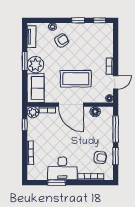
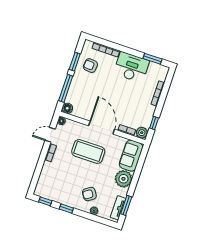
window: (25, 61) -> (126, 205), moved
floor lamp: (95, 112) -> (67, 108), moved
window: (57, 183) -> (152, 59), moved

